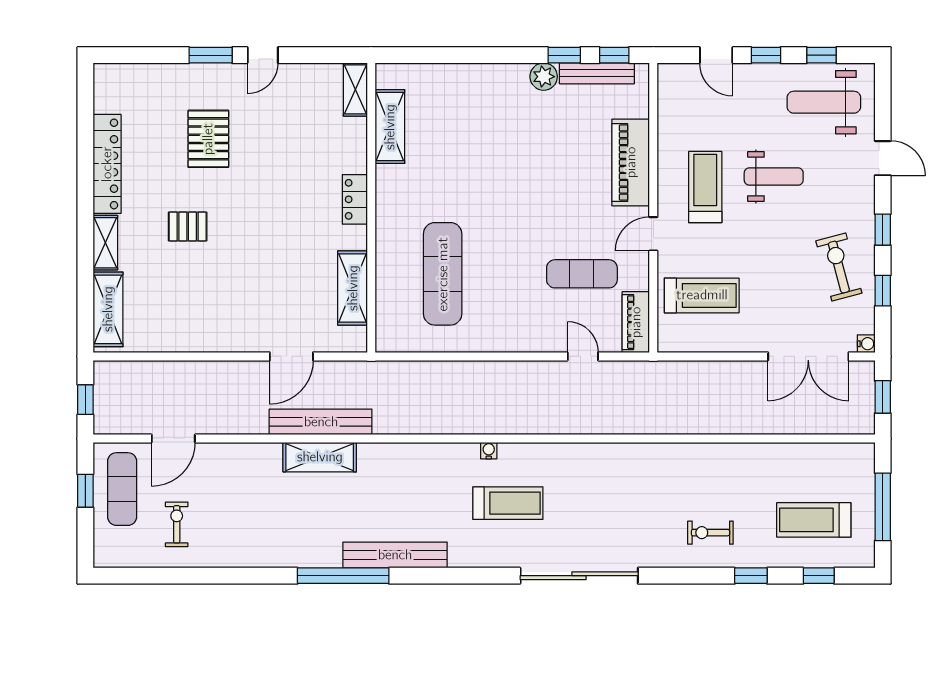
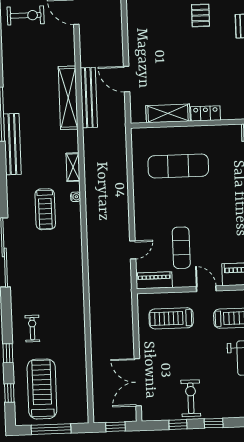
locker: (355, 199) -> (206, 113), moved
exercise bike: (839, 267) -> (191, 398), turned -75
treadmill: (702, 295) -> (171, 318), turned 90
water cooler: (866, 344) -> (146, 416), removed
shelving: (438, 453) -> (73, 167), added
shelving: (320, 457) -> (68, 98), width x1.47
treadmill: (814, 520) -> (42, 389), width x1.37, depth x1.38
exercise bike: (177, 524) -> (26, 15), width x1.38, depth x1.39

